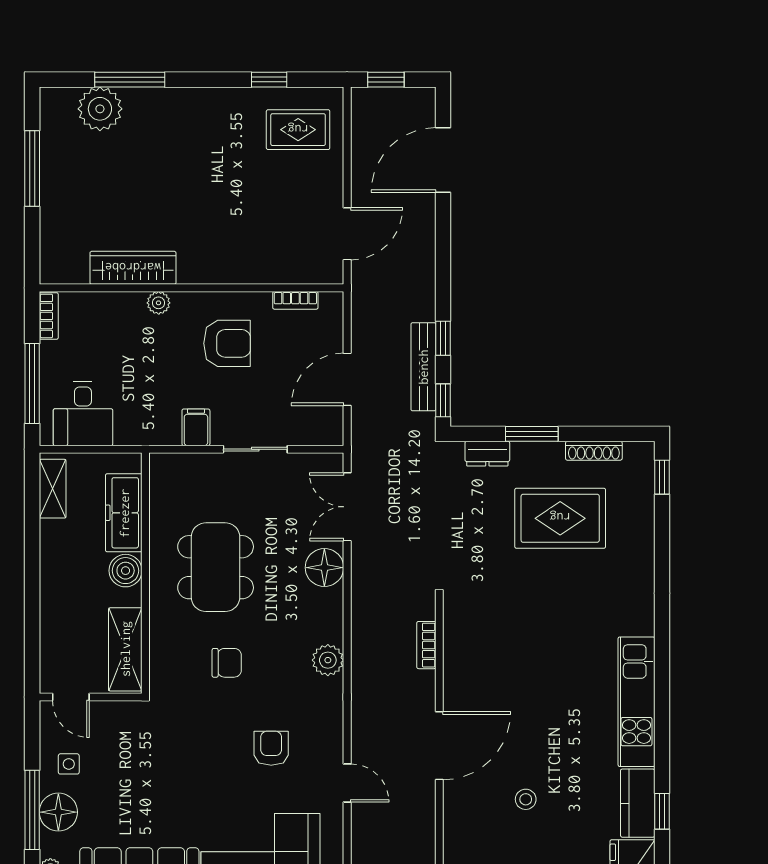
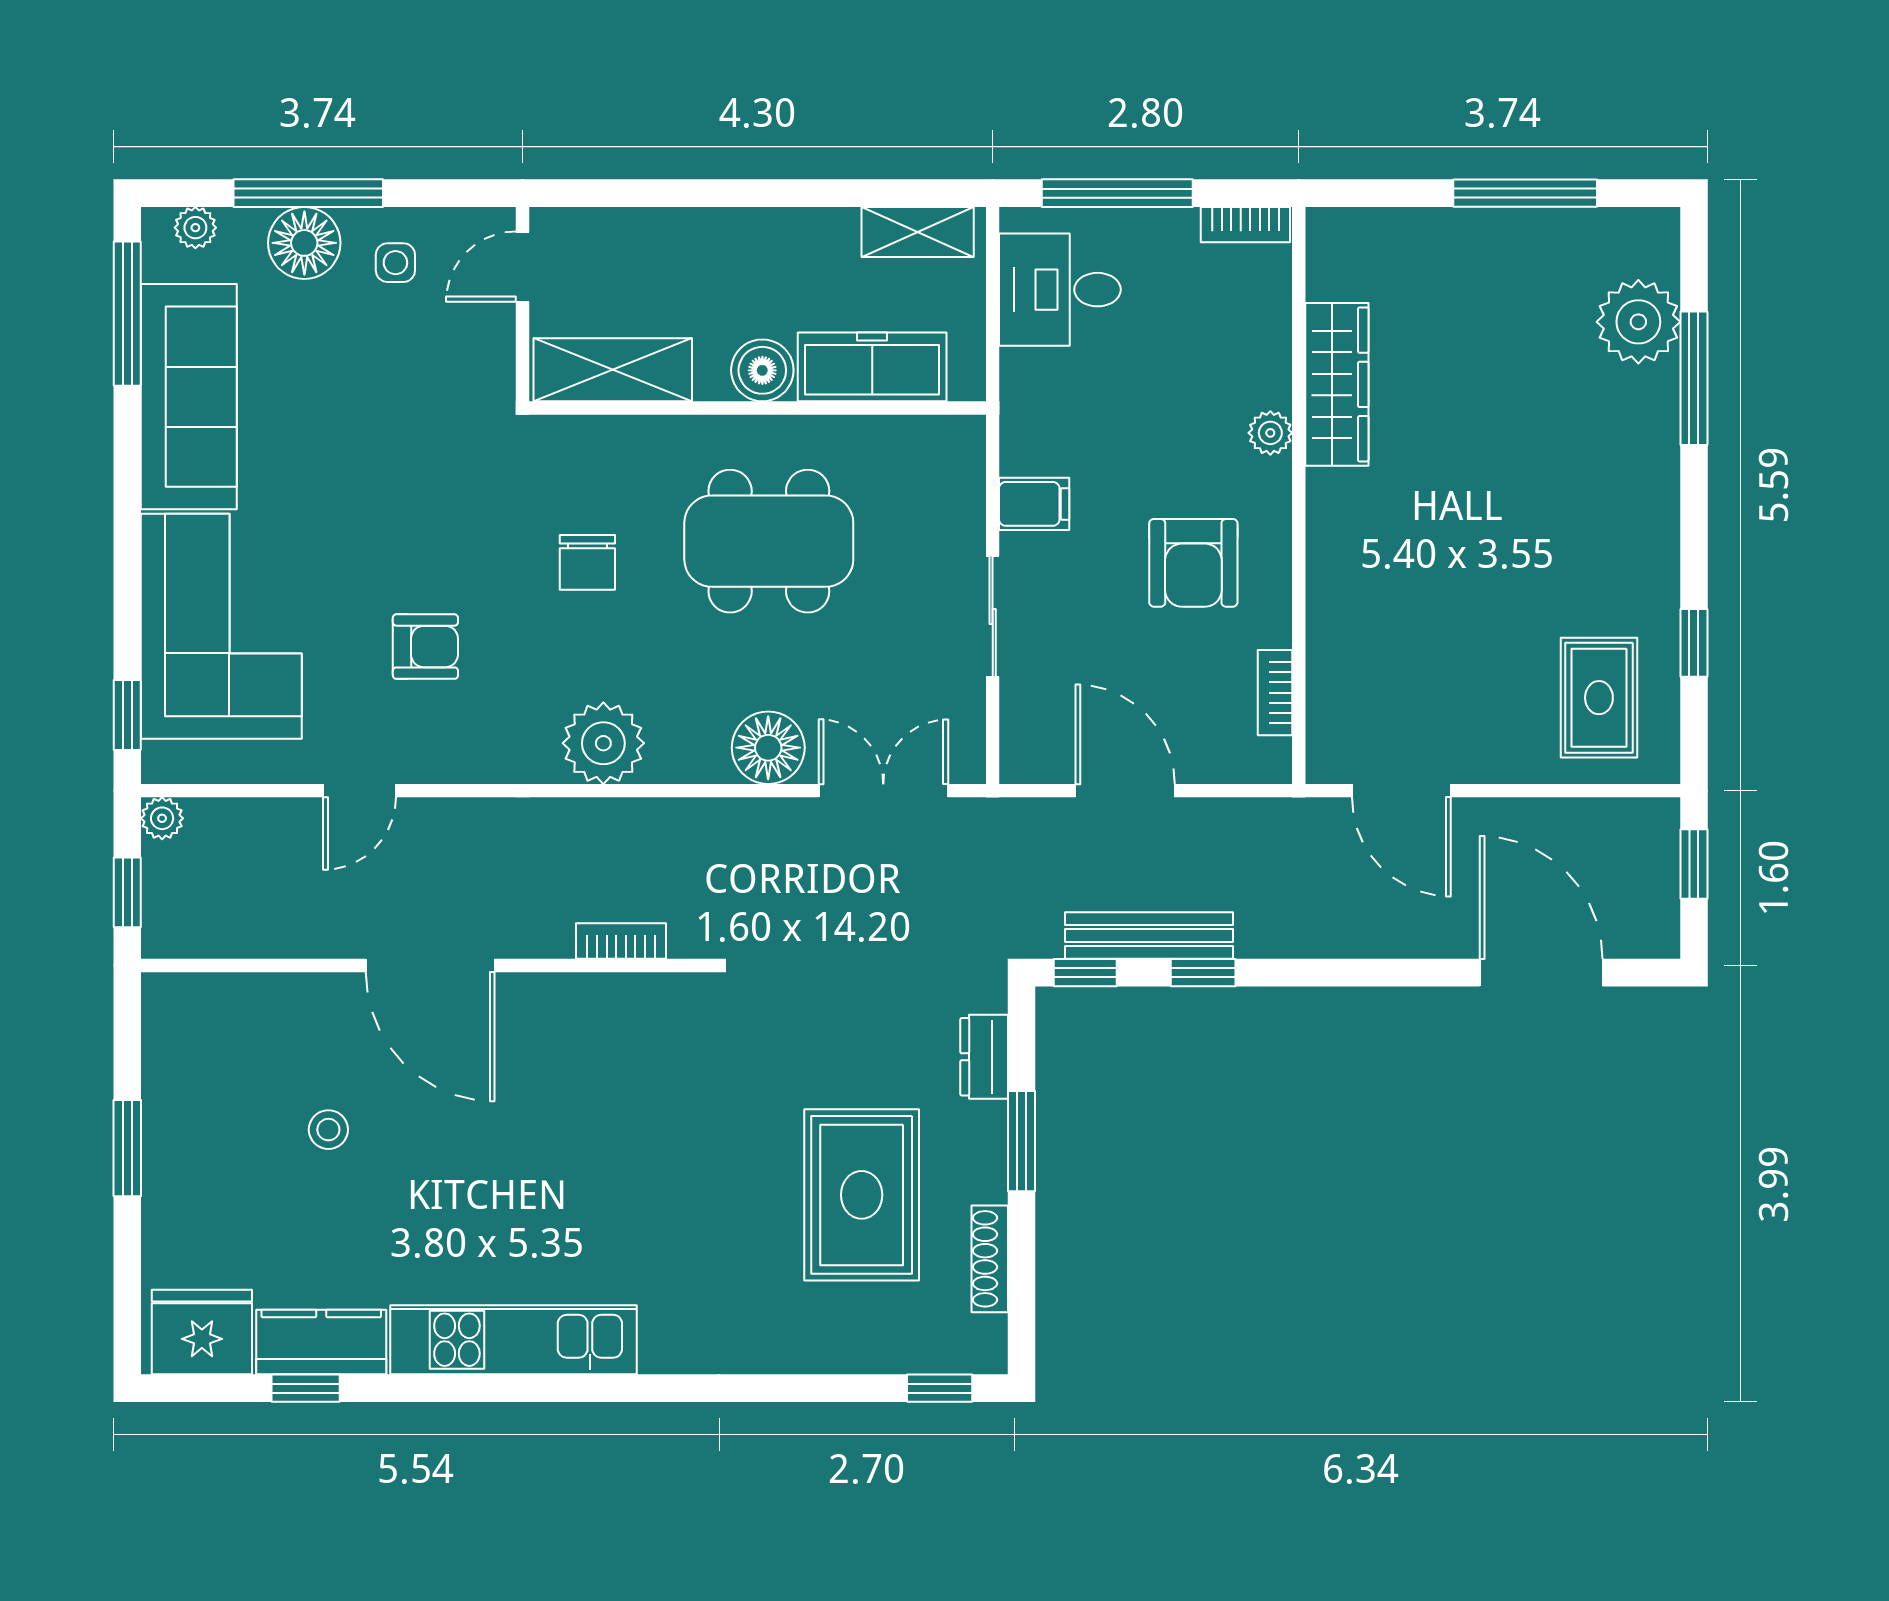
plant: (328, 660) -> (603, 743), width x1.36, depth x1.36

